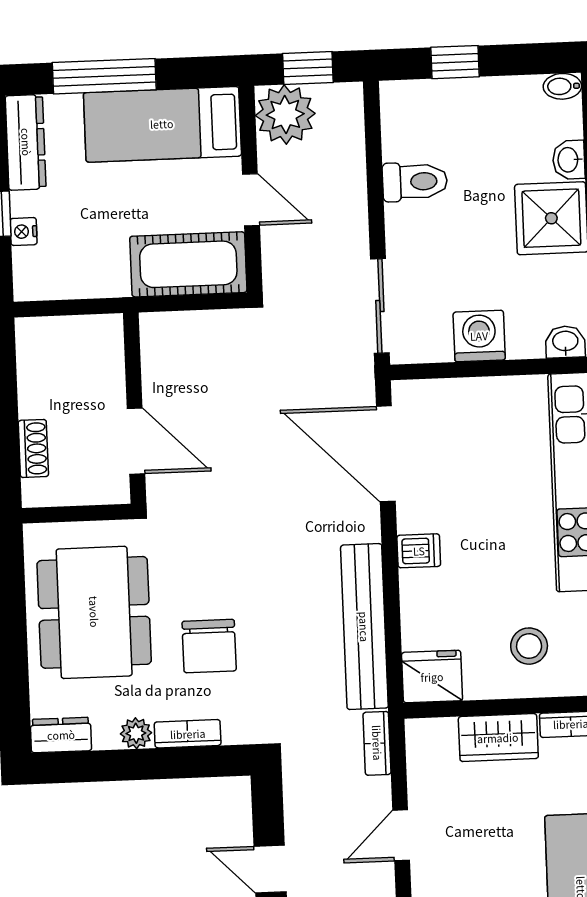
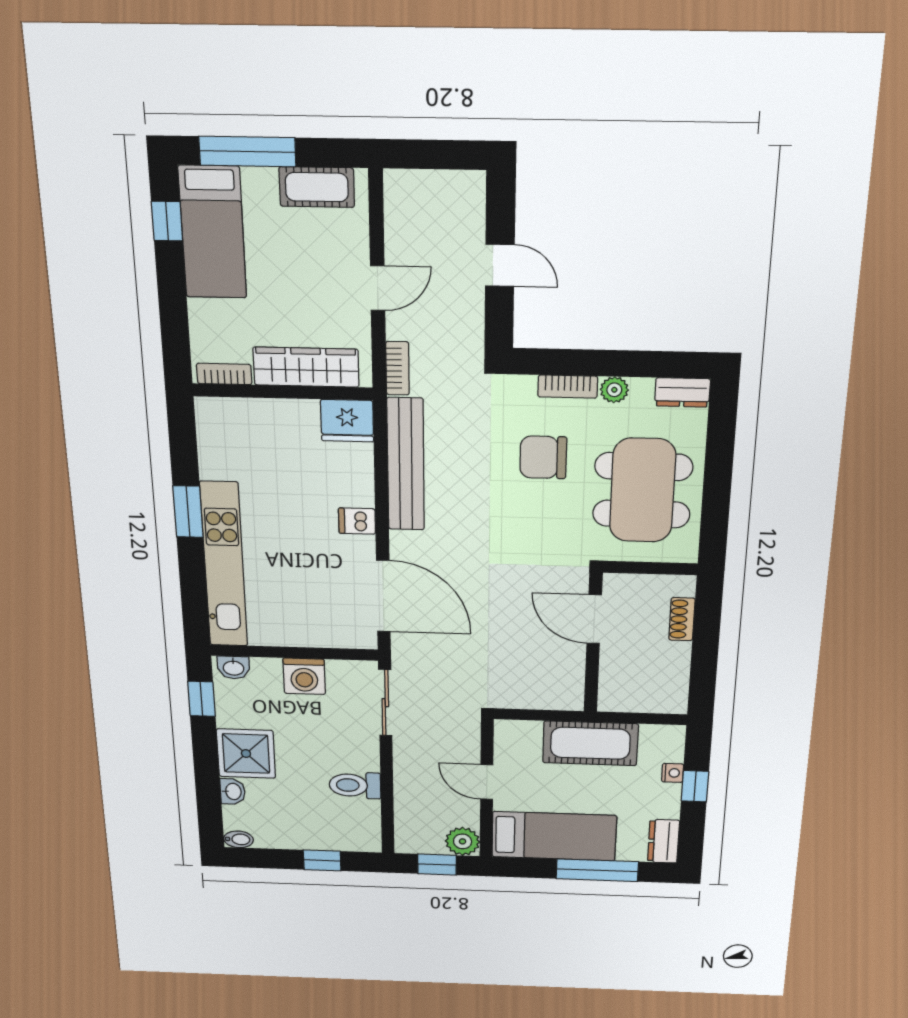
plant: (285, 114) -> (463, 841), width x0.73, depth x0.73
dresser: (26, 142) -> (663, 841), width x0.70
cot: (188, 264) -> (590, 743), moved
chair: (209, 646) -> (543, 457), turned -90
stool: (529, 646) -> (262, 440), removed
wardrobe: (498, 738) -> (306, 367), width x1.50

